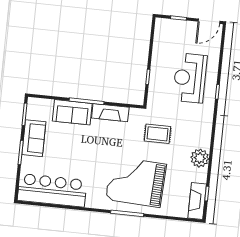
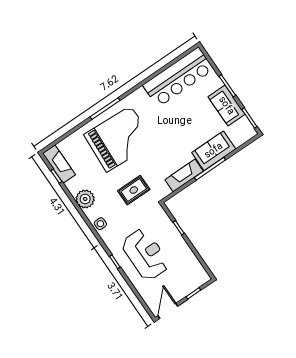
side table: (204, 130) -> (100, 224), added

